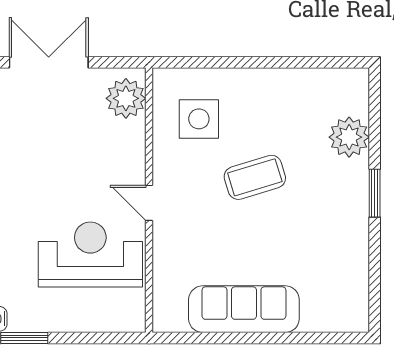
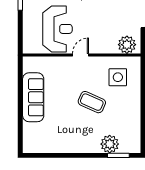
coffee table: (255, 177) -> (92, 102), turned -49
window: (375, 193) -> (118, 155), moved

